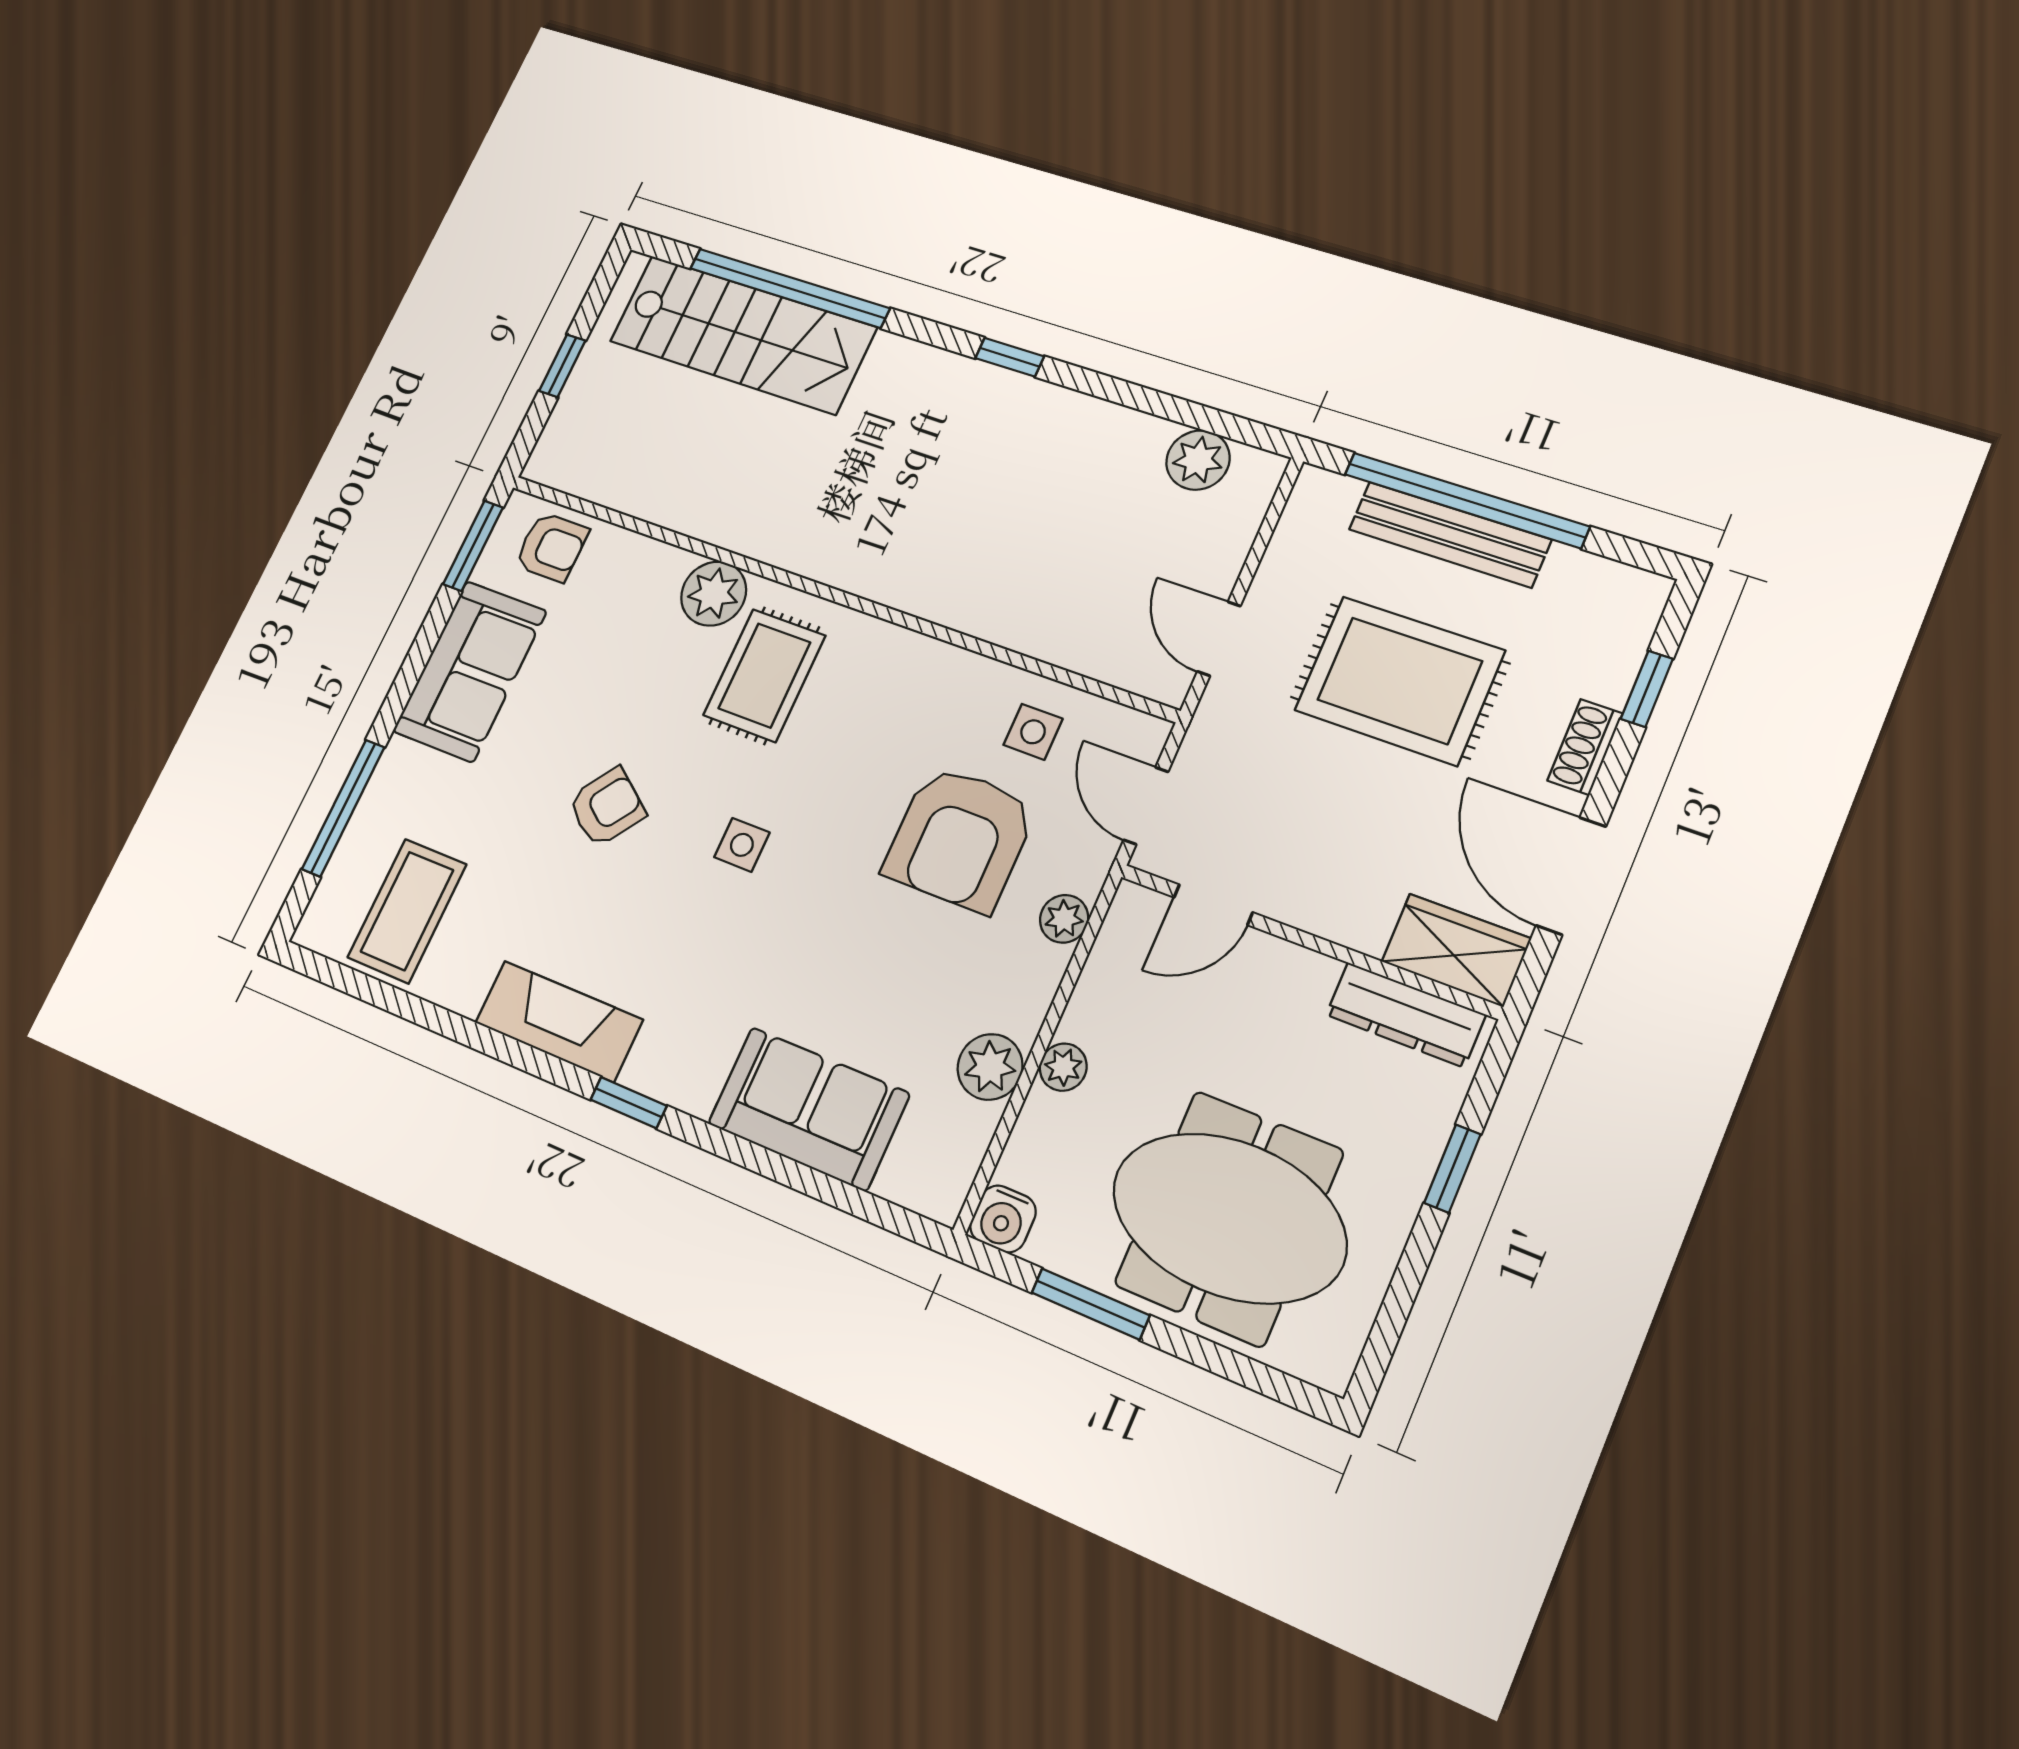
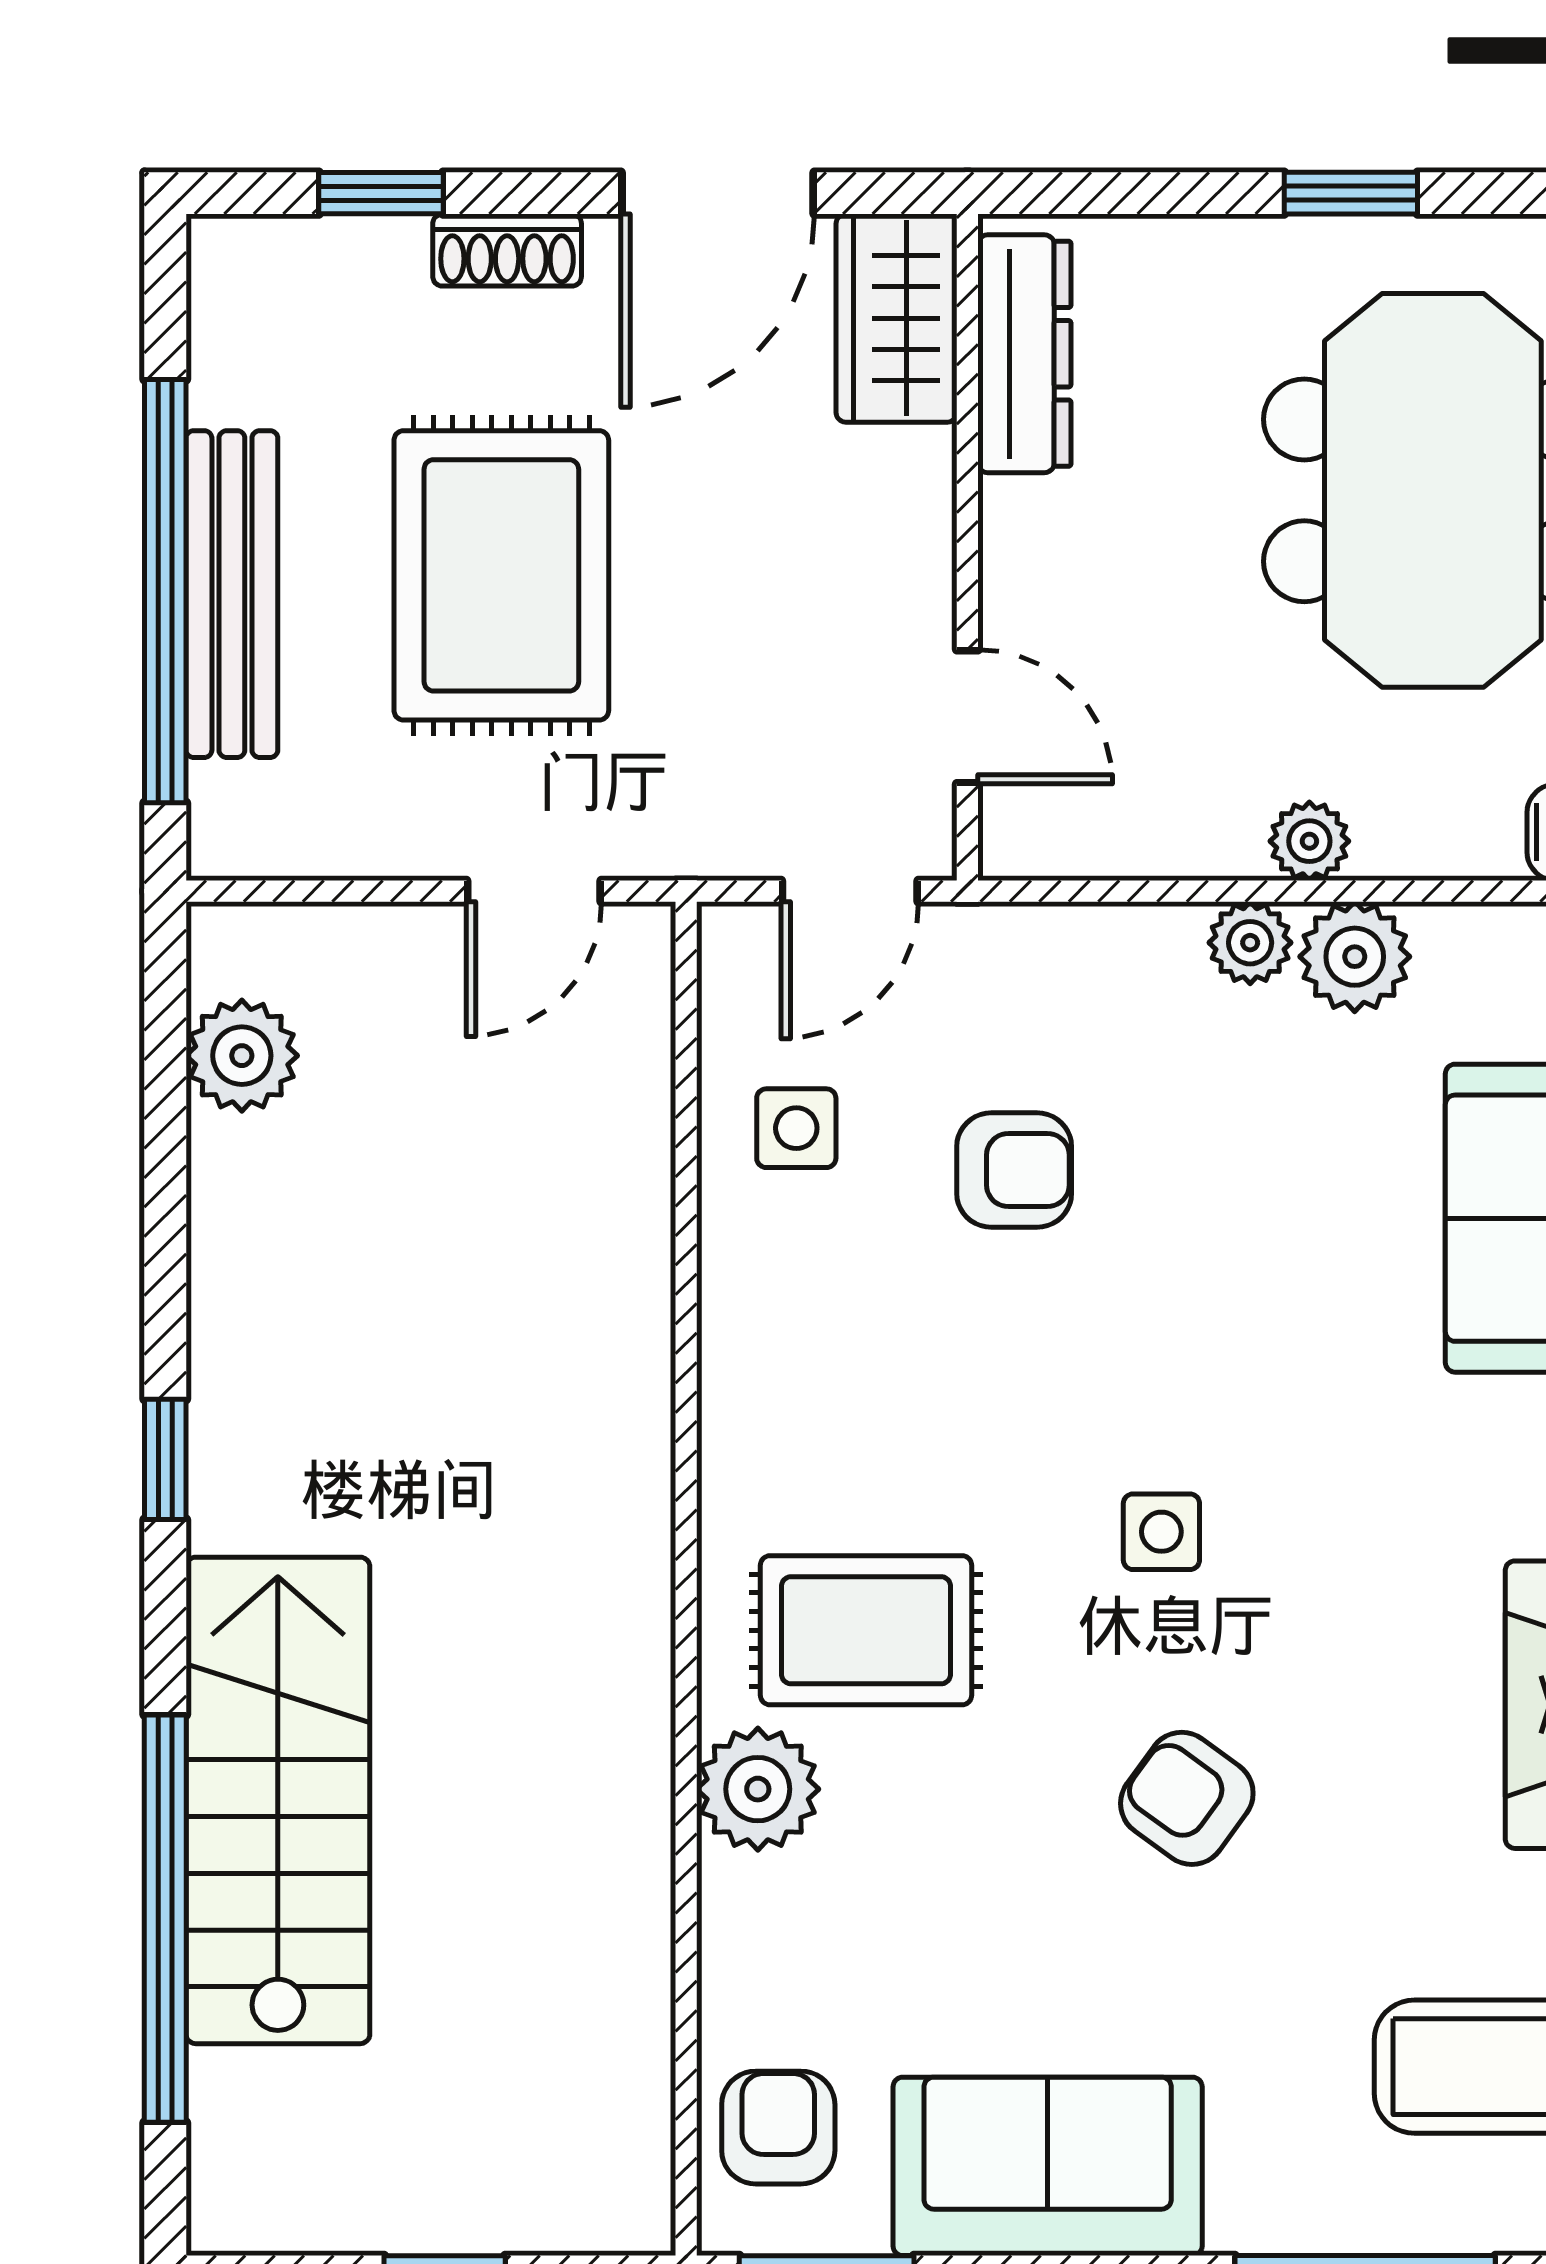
stairs: (742, 334) -> (278, 1800), moved
armchair: (960, 838) -> (1014, 1170), width x0.53, depth x0.53
plant: (1064, 919) -> (1250, 943), moved
window: (1452, 1169) -> (1351, 193), moved

